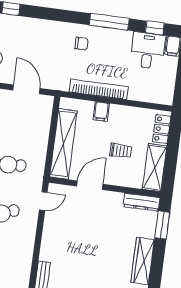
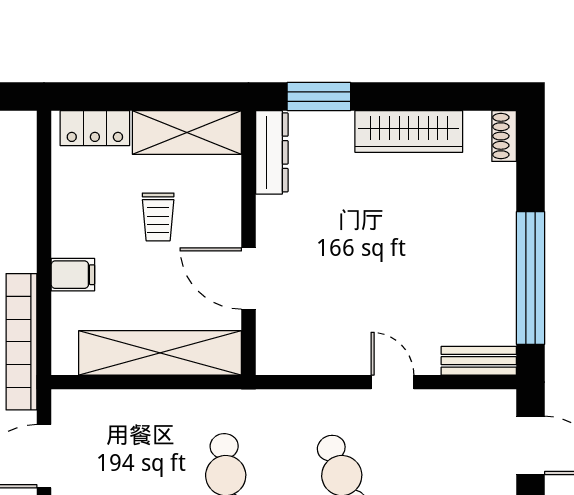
bookcase: (99, 89) -> (21, 342), moved
trolley: (121, 151) -> (158, 217), turned 180
door: (43, 201) -> (392, 382), moved

